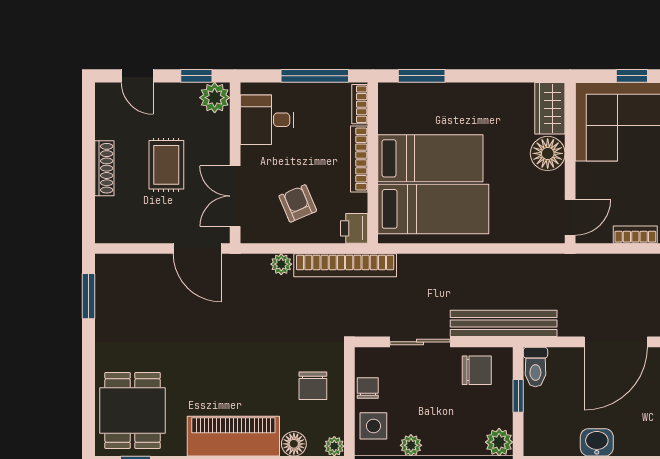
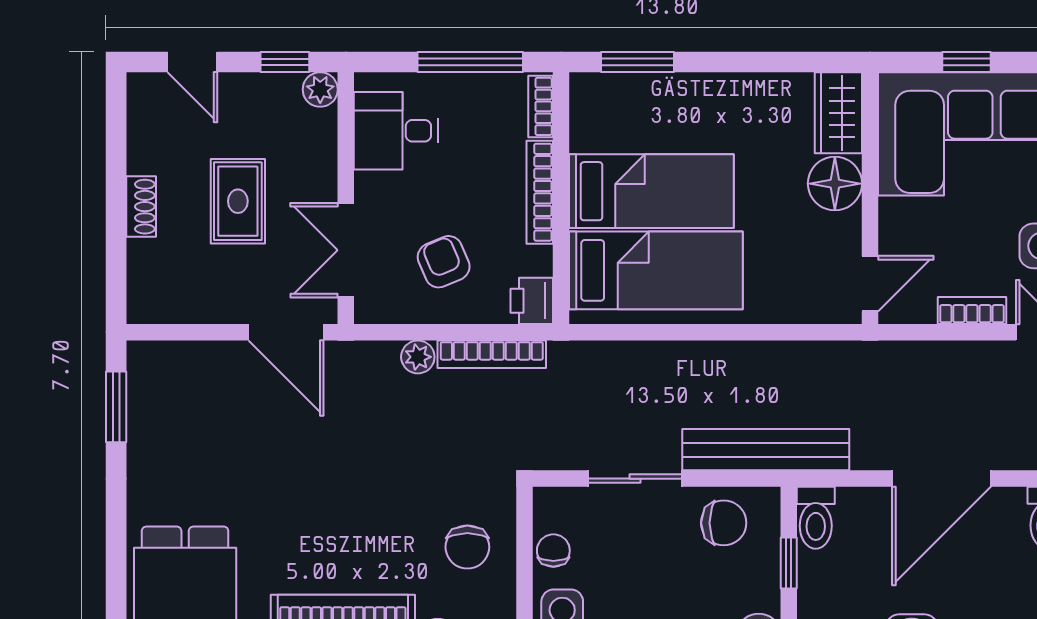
plant: (215, 98) -> (320, 90), width x0.73, depth x0.73
shoe rack: (104, 168) -> (141, 207), width x0.70
bookcase: (345, 265) -> (492, 354), width x0.68, depth x0.76

